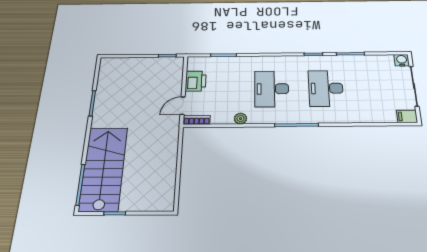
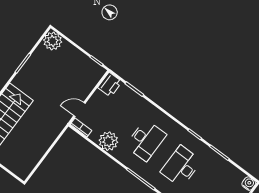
plant: (110, 67) -> (53, 41), added
printer: (196, 81) -> (110, 85), moved
desk: (272, 89) -> (146, 140), turned 180
plant: (240, 119) -> (108, 141), width x1.88, depth x1.88

